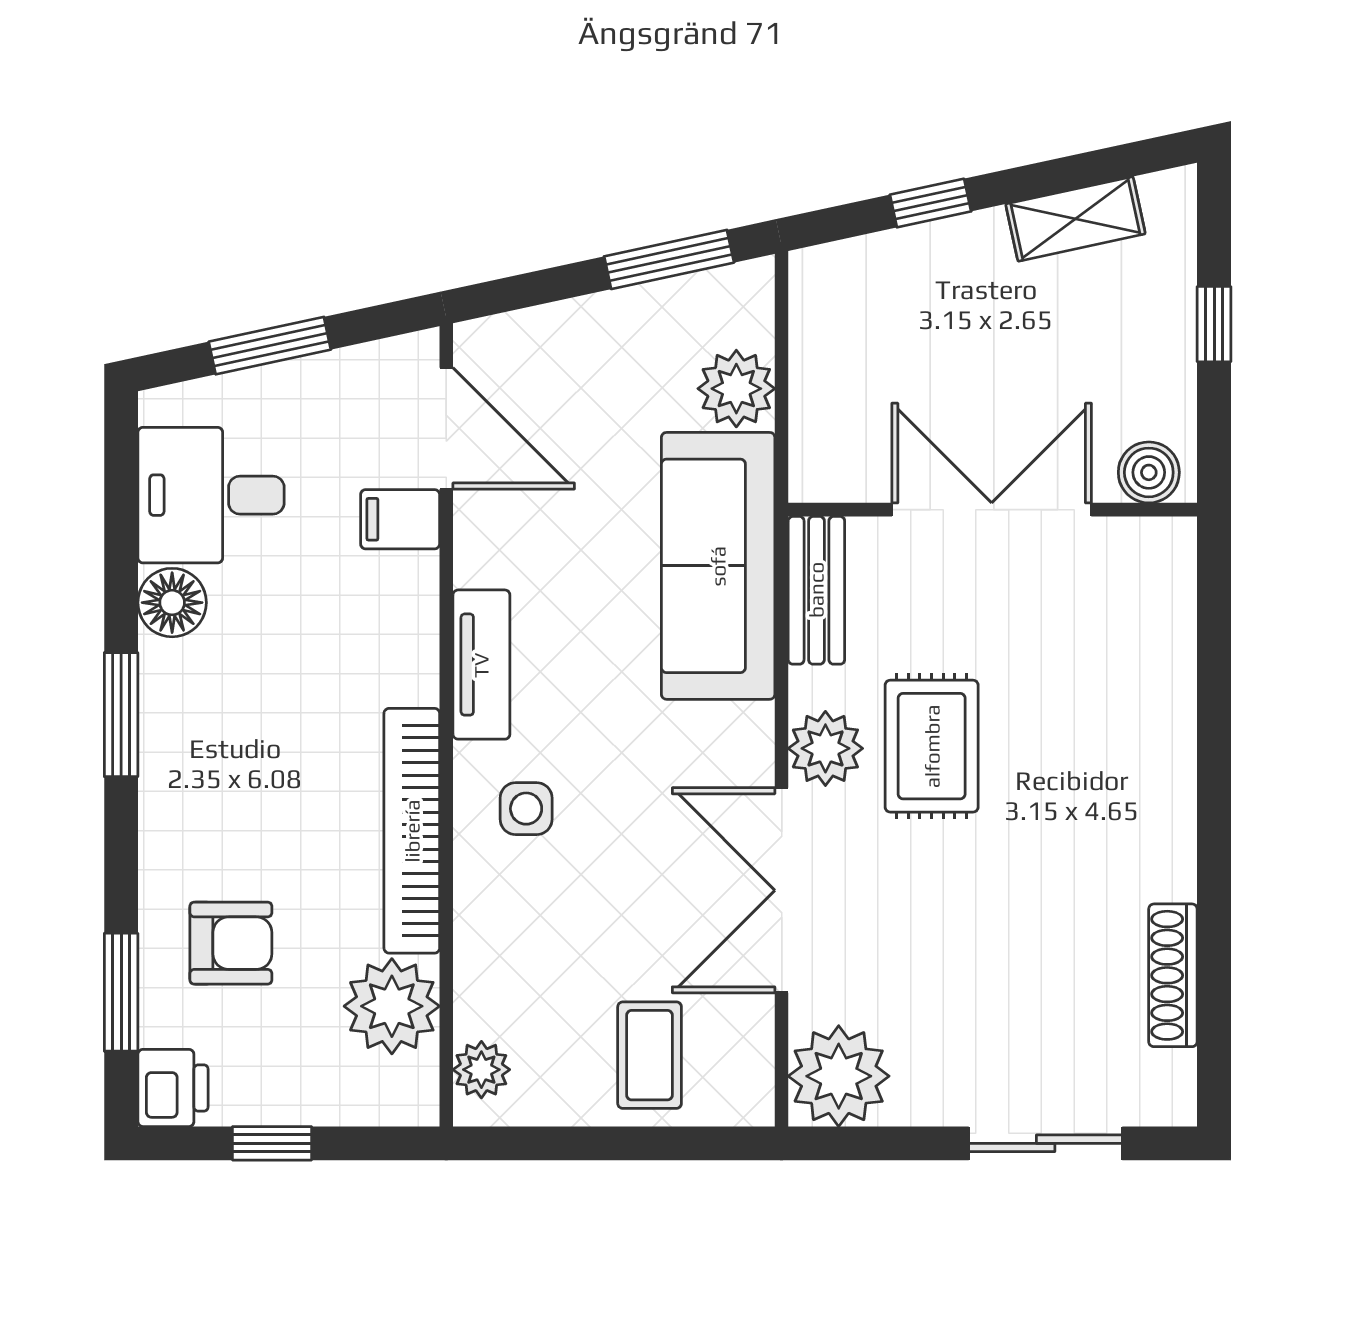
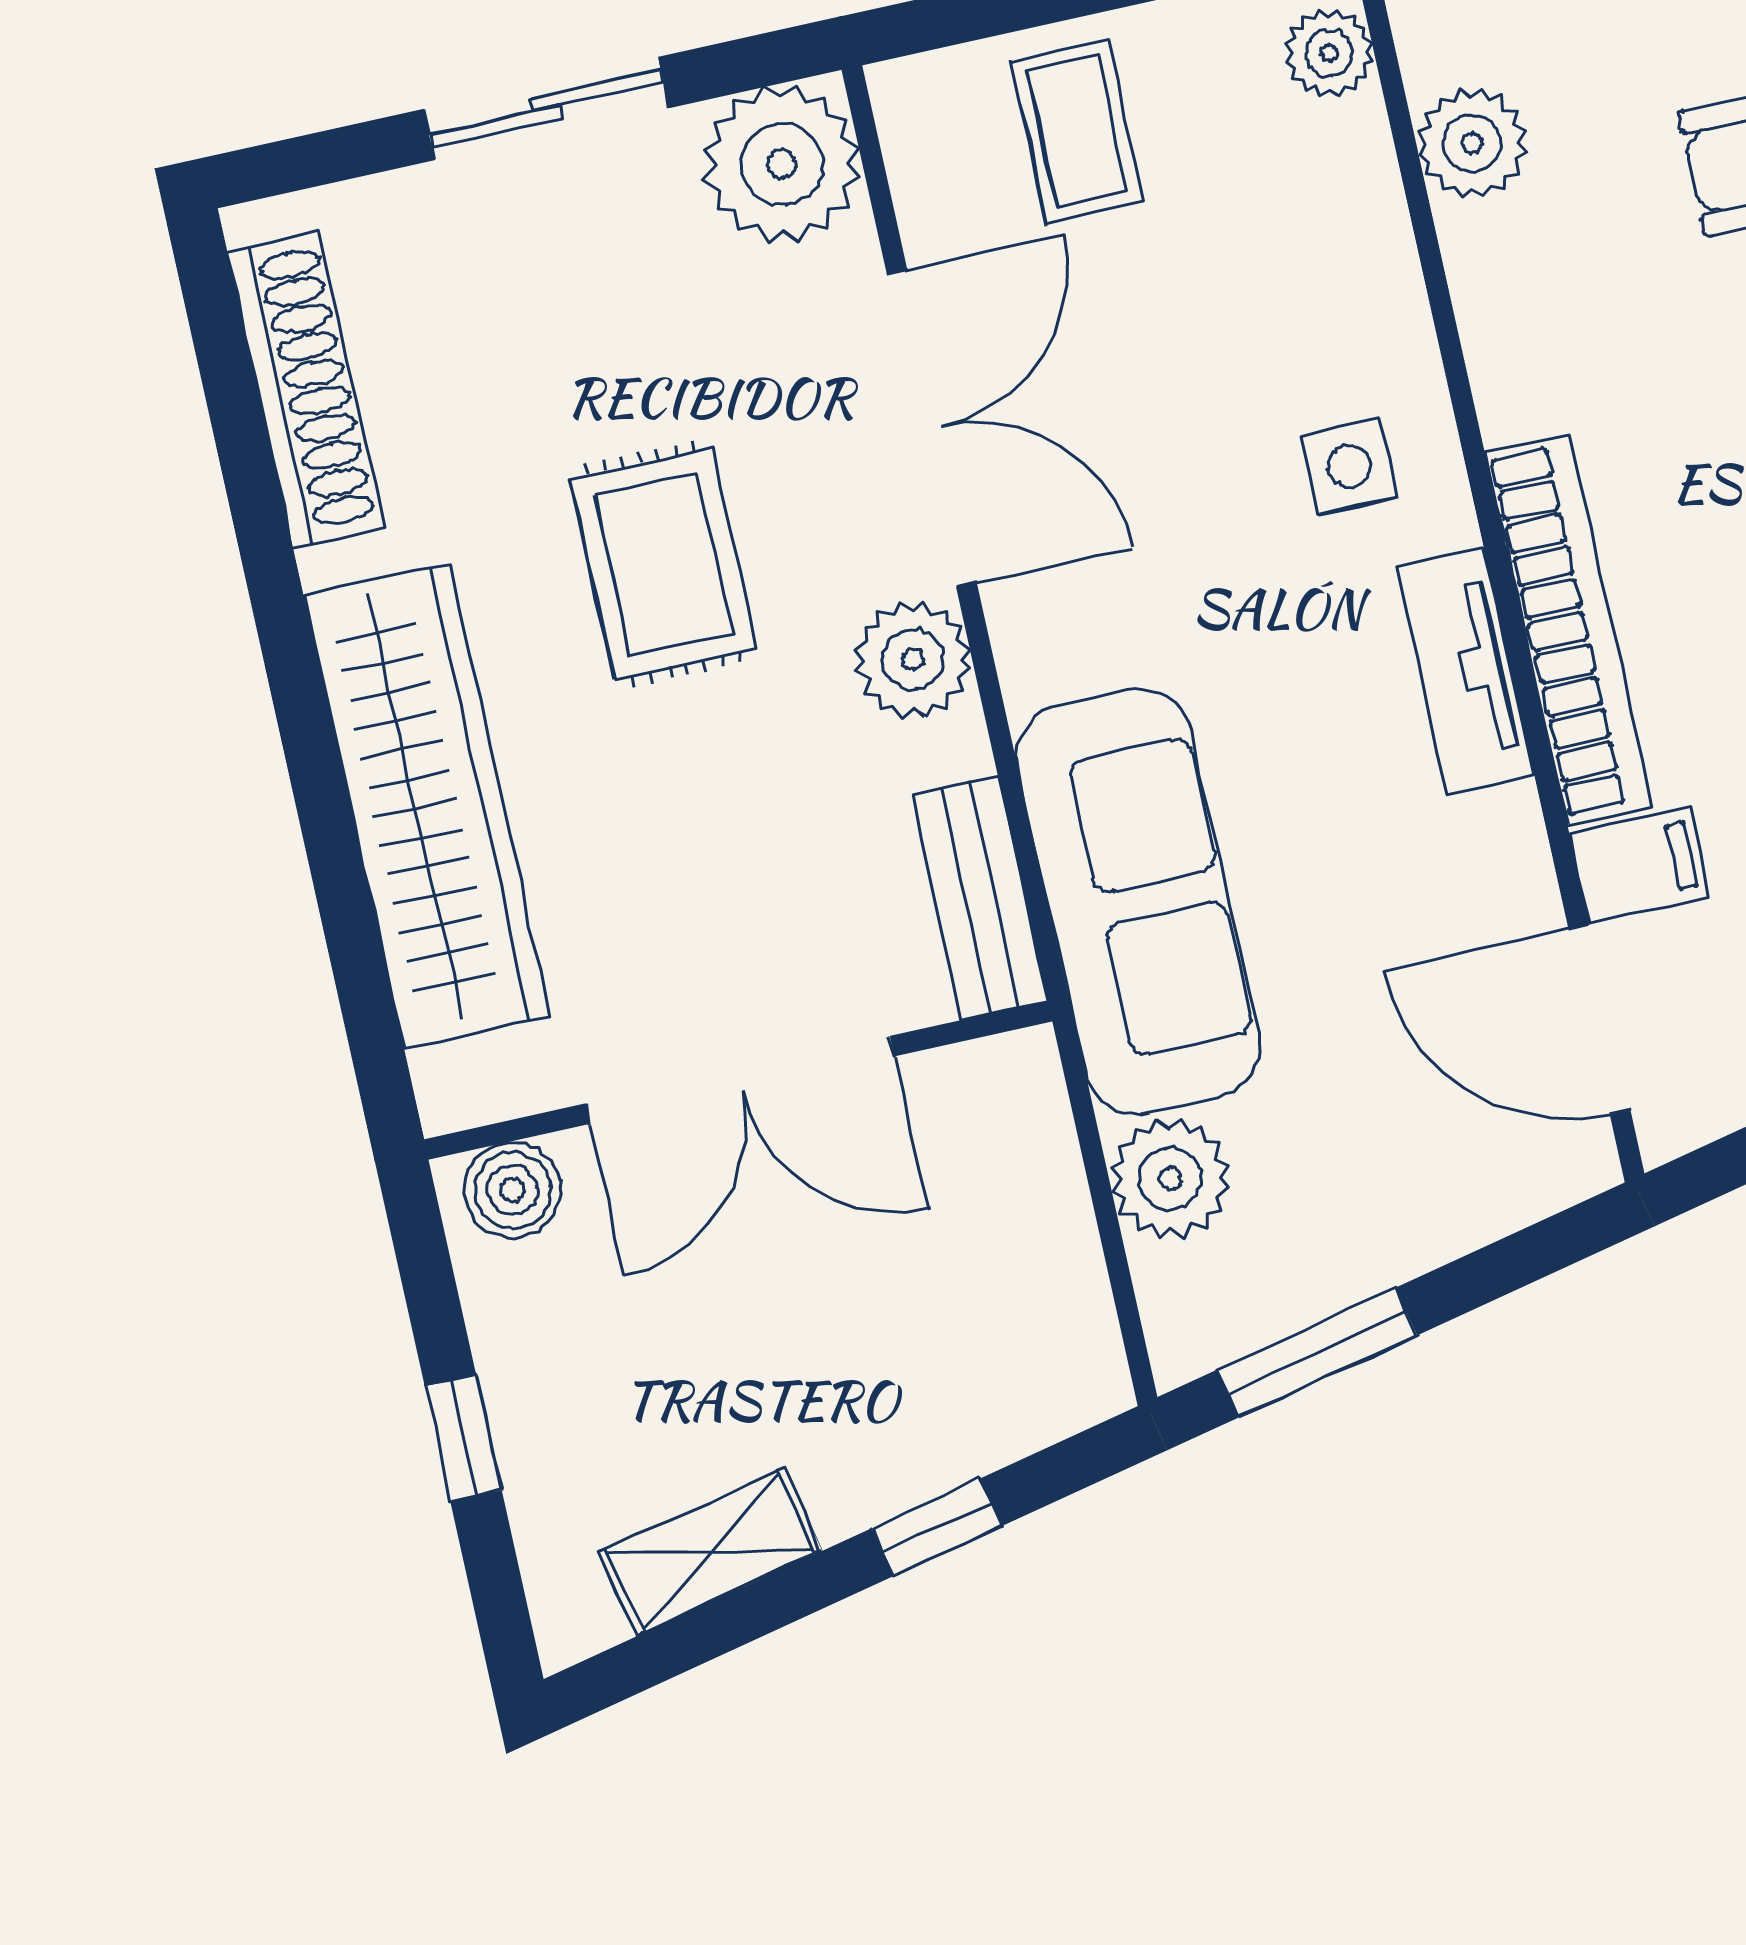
wardrobe: (1149, 724) -> (427, 805), added
rug: (932, 746) -> (663, 564), moved
bookcase: (412, 831) -> (1568, 629), moved
shoe rack: (1173, 975) -> (306, 390), width x1.36, depth x1.24
plant: (392, 1006) -> (1472, 143), width x0.73, depth x0.73
sliding door: (1046, 1143) -> (547, 108), moved

